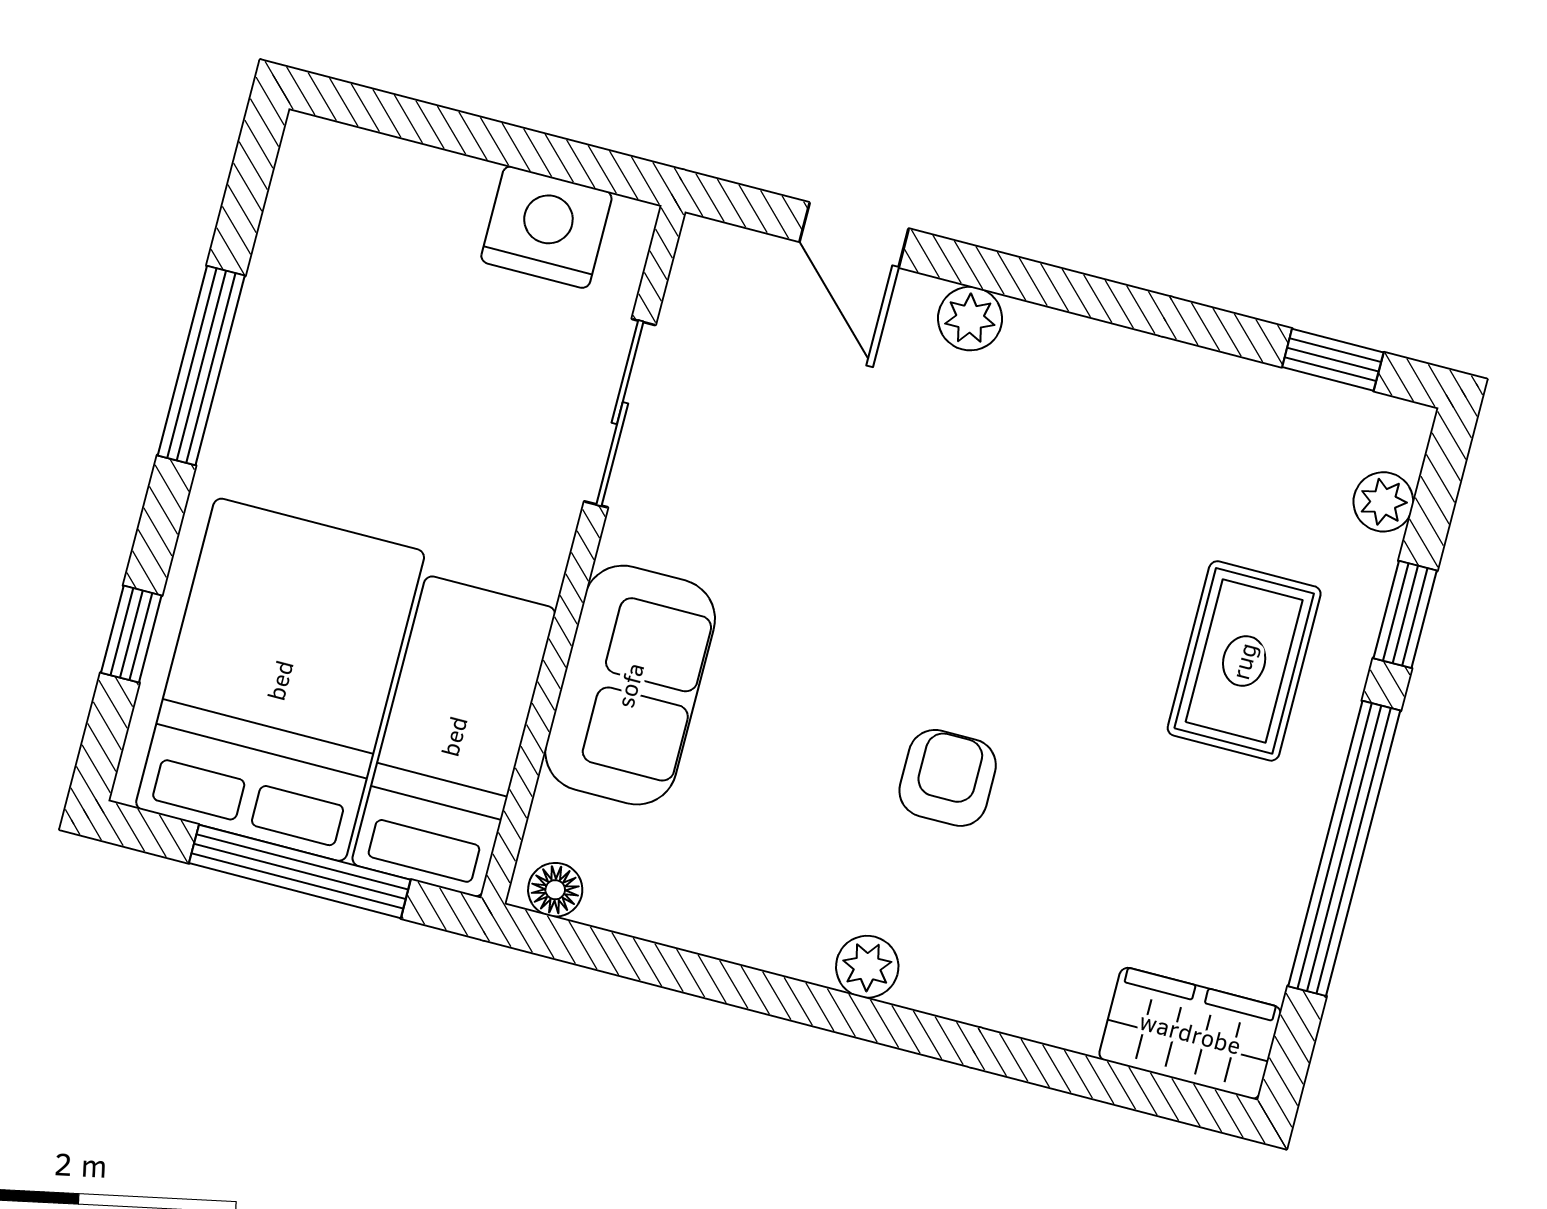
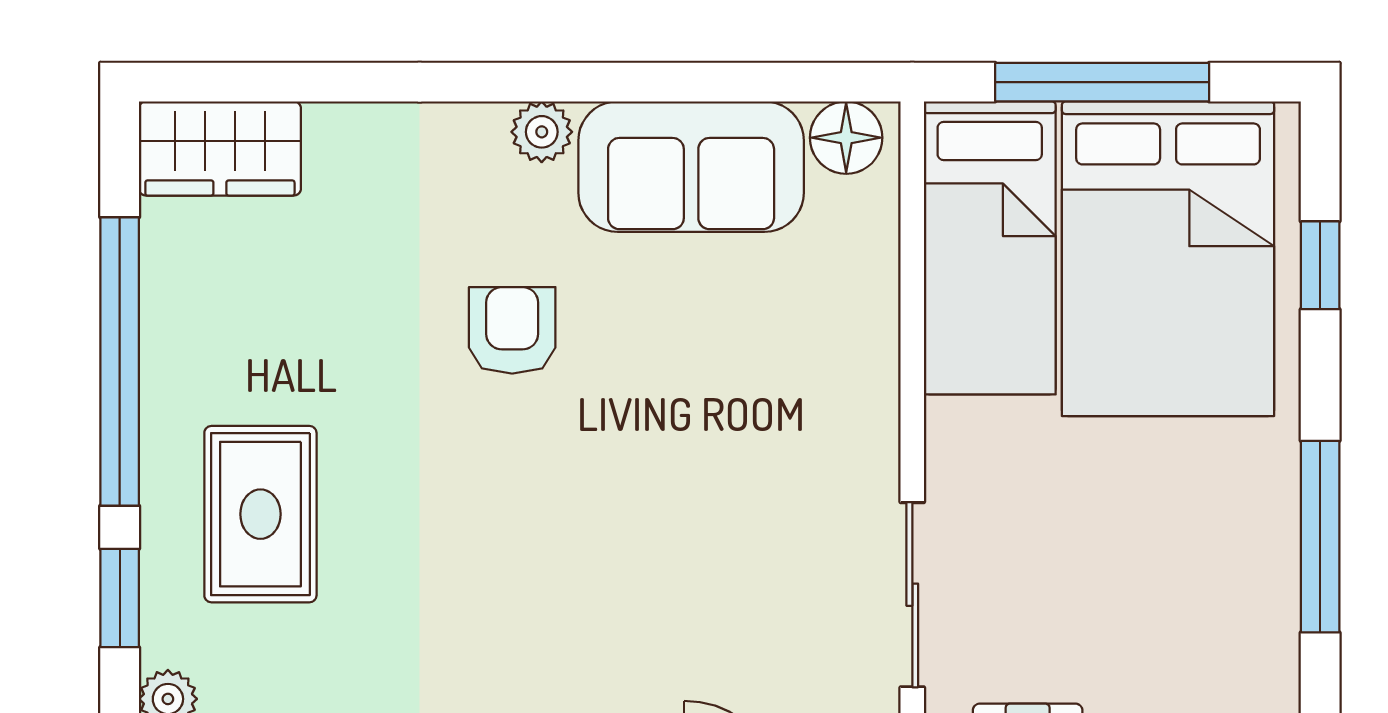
sofa: (630, 685) -> (691, 167), moved, turned -90
armchair: (948, 778) -> (512, 330), turned 180
floor lamp: (555, 890) -> (846, 138), width x1.37, depth x1.37

